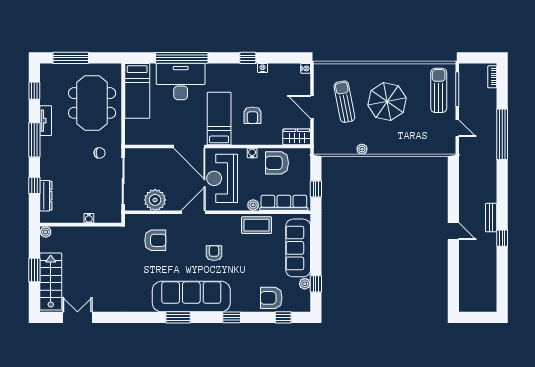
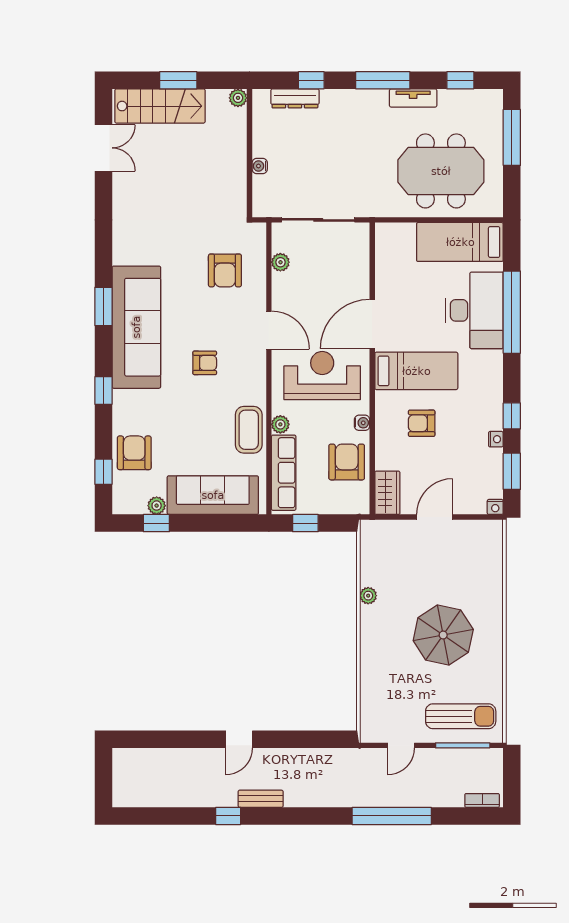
window: (283, 58) -> (512, 471), added
sun lounger: (344, 102) -> (443, 568), removed
chair: (100, 153) -> (362, 183), removed
plant: (155, 200) -> (280, 262), width x0.53, depth x0.53

